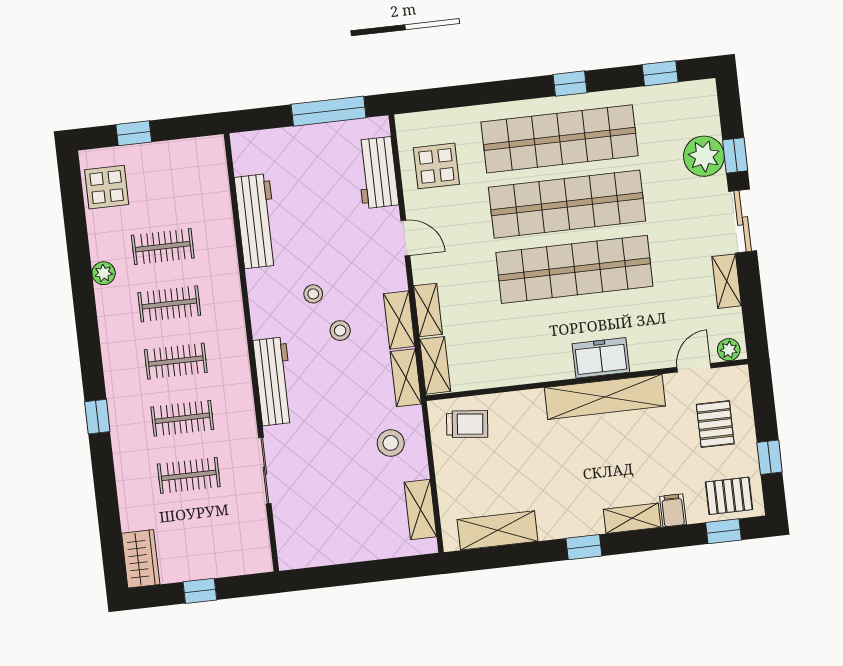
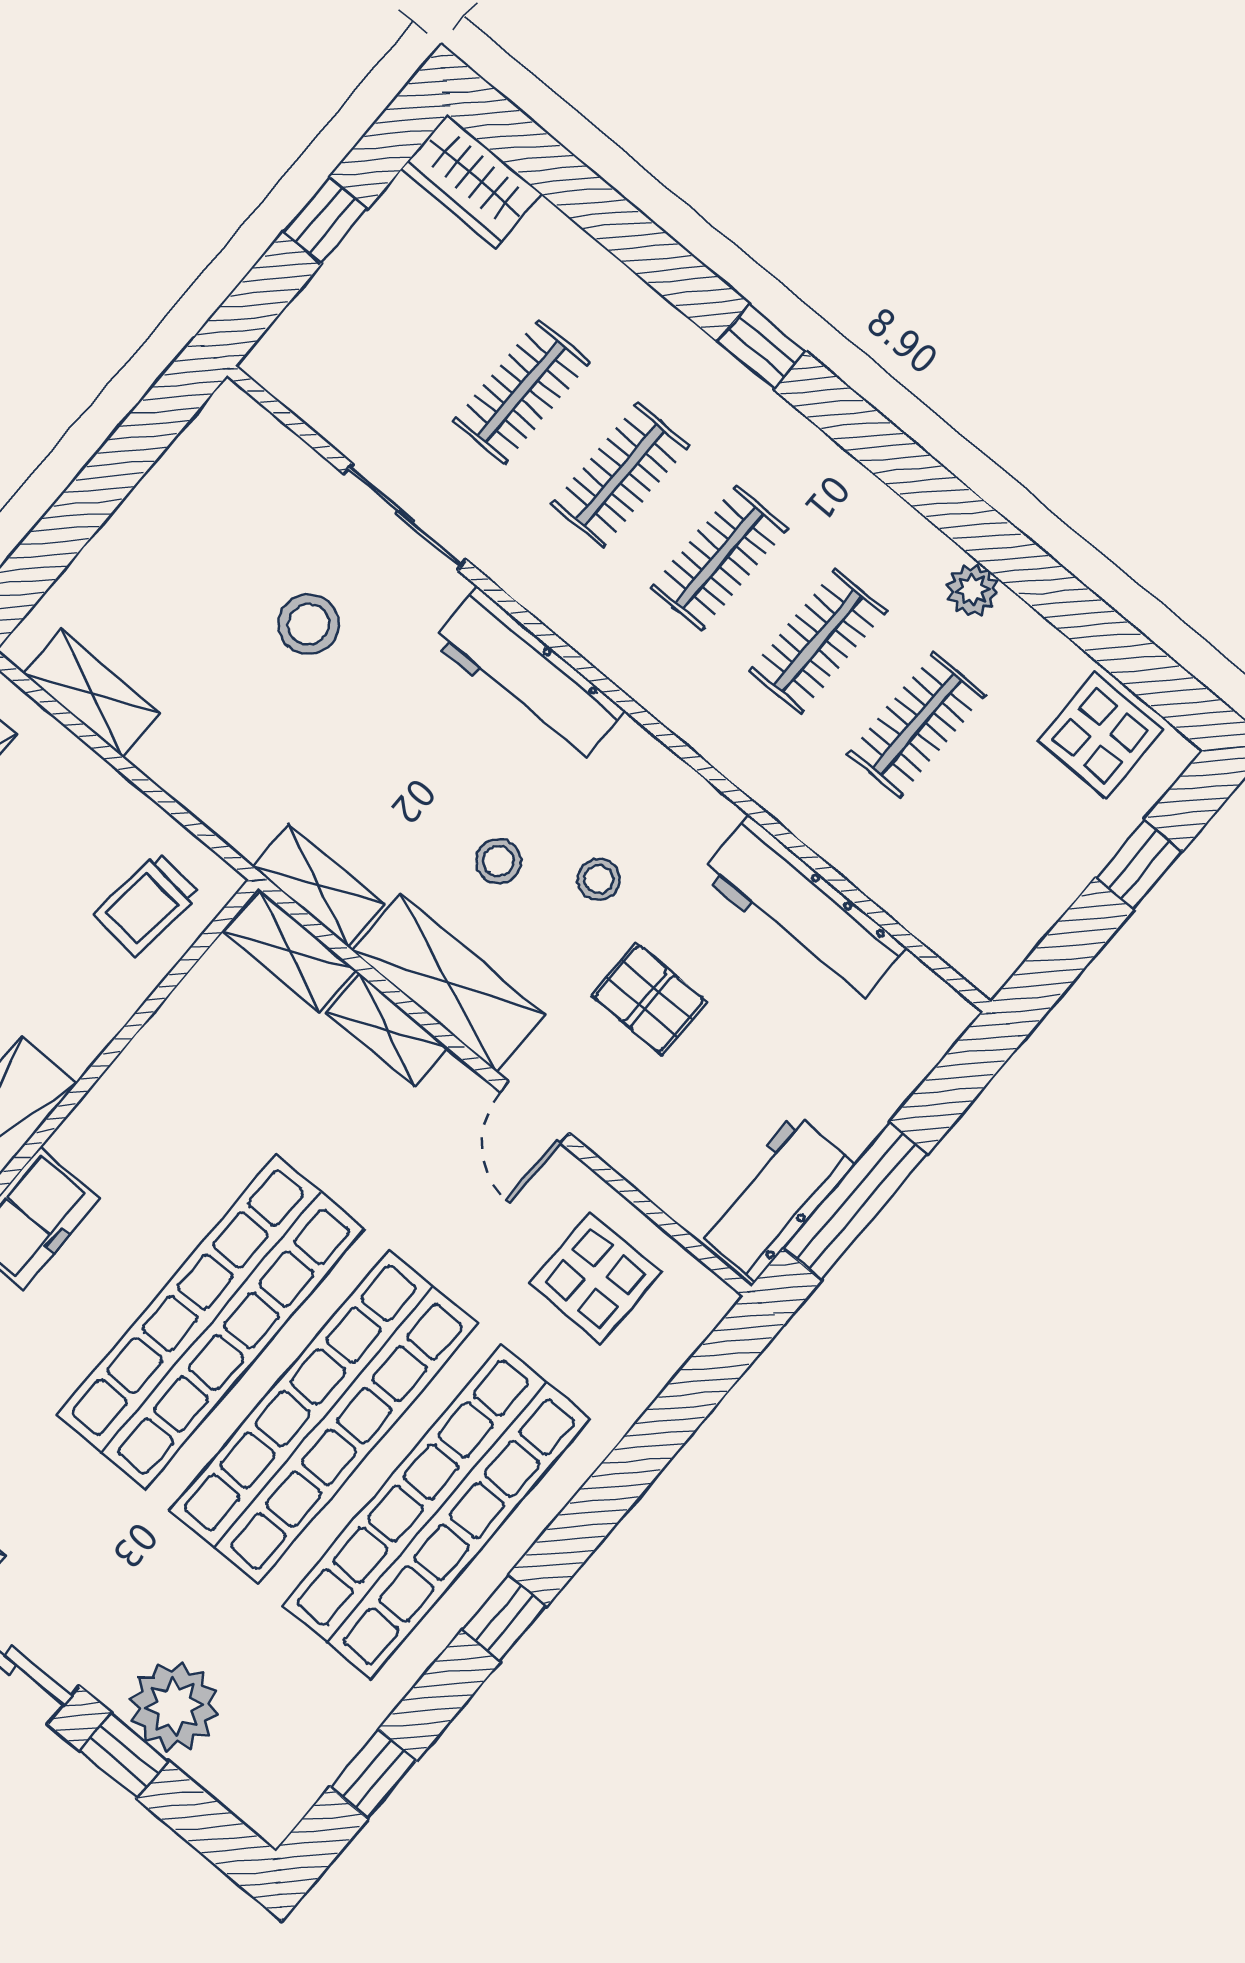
workbench: (377, 173) -> (775, 1197), moved, turned -90
door: (405, 238) -> (535, 1112), hinge flipped
pallet: (333, 240) -> (649, 999), added
shelving: (399, 320) -> (448, 982), width x1.50, depth x1.33
stool: (391, 443) -> (309, 624), moved

